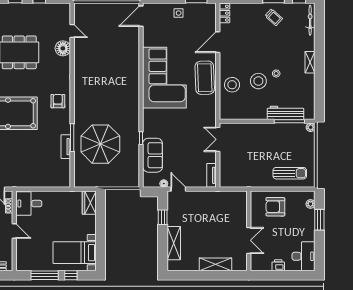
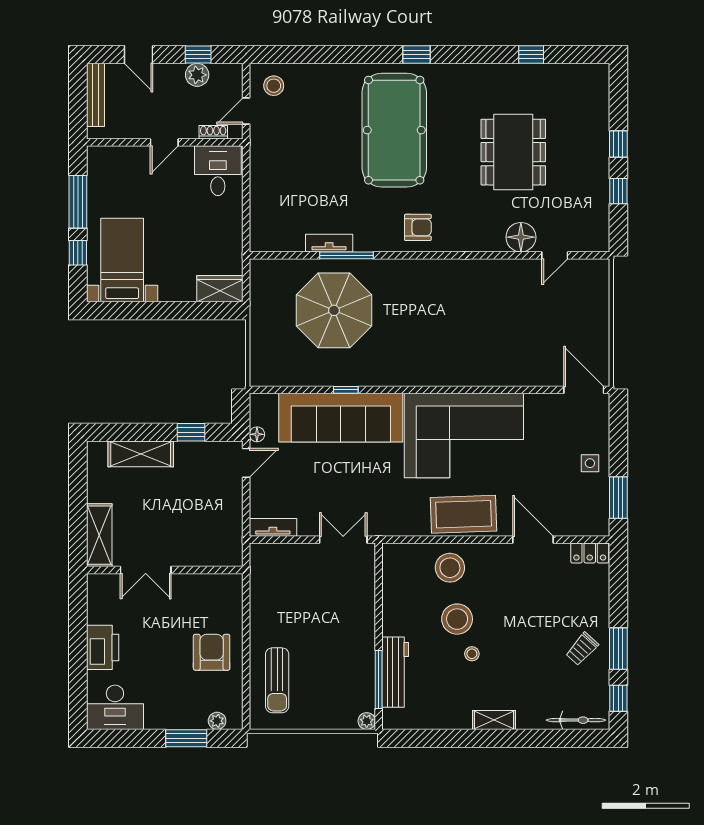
sofa: (153, 155) -> (341, 418), width x1.85, depth x1.27
wall: (249, 231) -> (165, 570), moved
double door: (249, 240) -> (146, 570), moved
printer: (278, 265) -> (103, 647), width x1.87, depth x1.48

